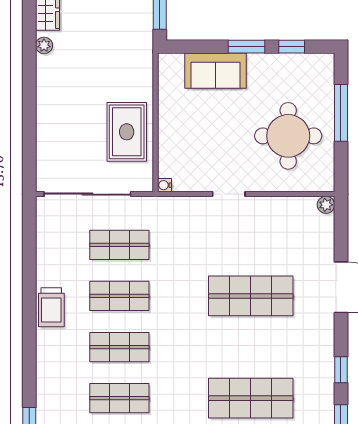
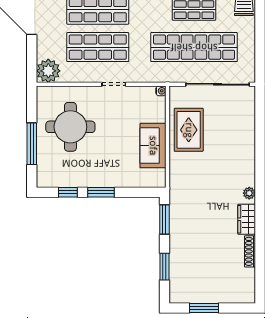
sofa: (215, 71) -> (153, 146), moved, turned -90
plant: (326, 205) -> (48, 71), width x1.88, depth x1.88
shop shelf: (119, 245) -> (194, 47), width x2.00, depth x1.36
shop shelf: (251, 245) -> (98, 47), added

